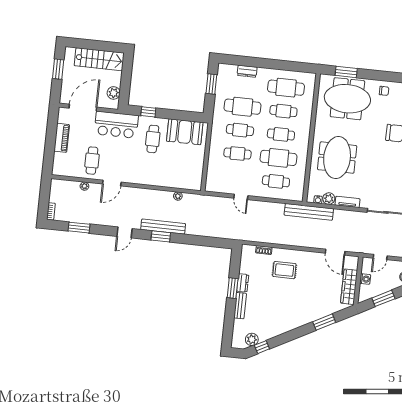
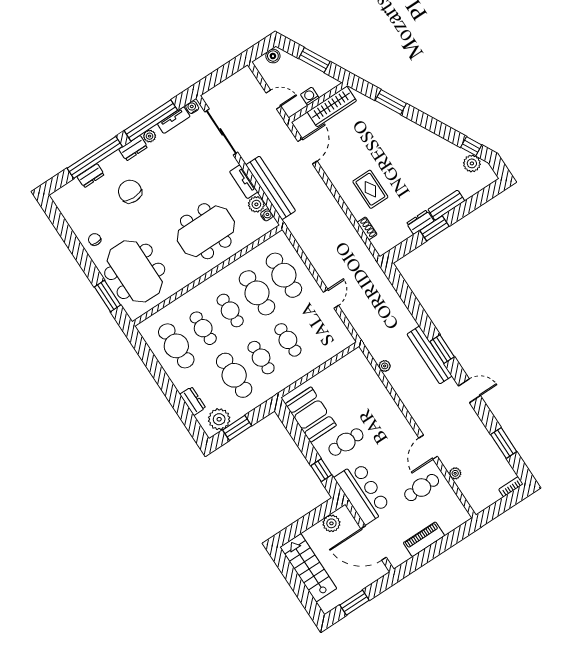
plant: (225, 78) -> (219, 419), added
cafe table: (276, 181) -> (284, 275), width x1.37, depth x1.35
door: (112, 183) -> (428, 447), swing flipped
bench: (309, 212) -> (271, 188), moved

